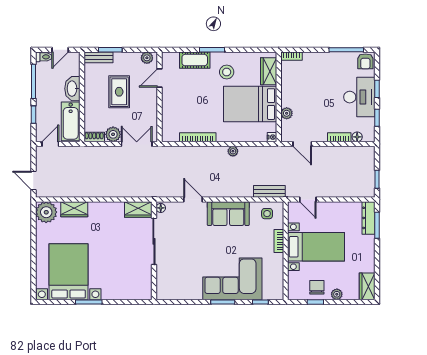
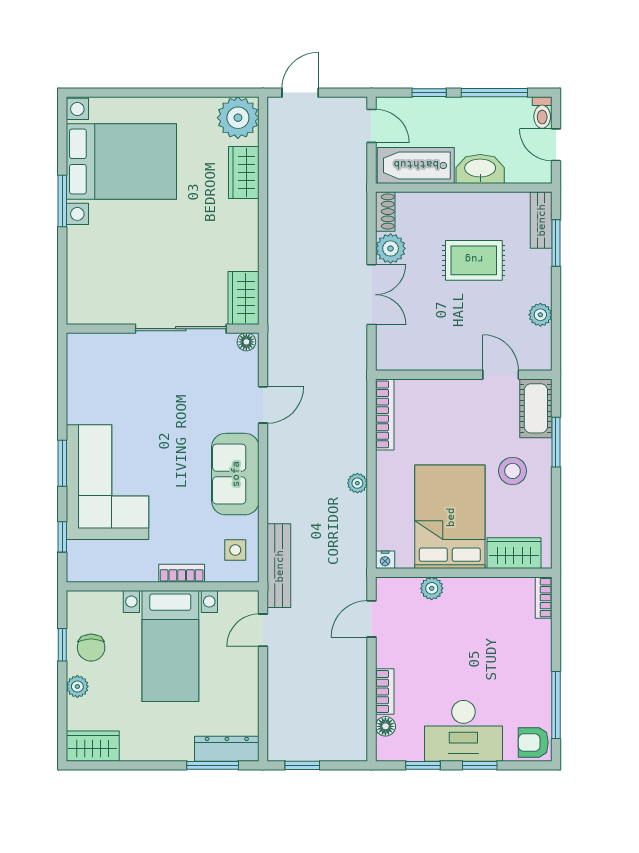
door: (160, 78) -> (501, 375), moved
wall: (160, 97) -> (464, 375), moved
bench: (269, 191) -> (279, 566), width x1.36
chair: (317, 287) -> (91, 648), turned 90

